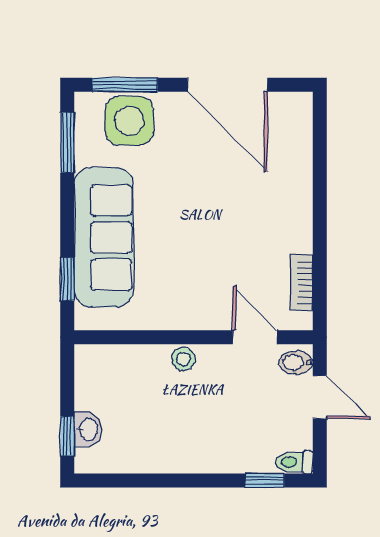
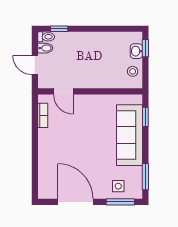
side table: (129, 121) -> (118, 186), width x0.54, depth x0.54
stool: (183, 359) -> (133, 71), moved
bidet: (296, 362) -> (45, 48), moved

